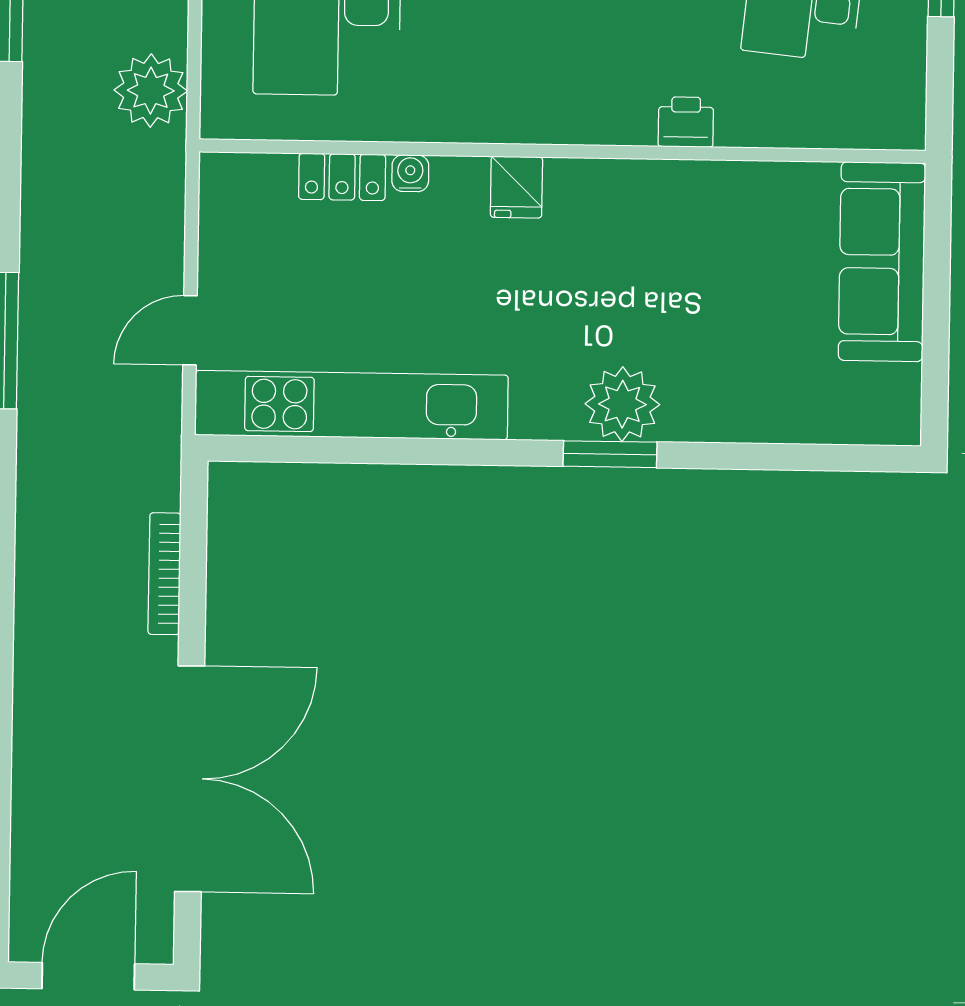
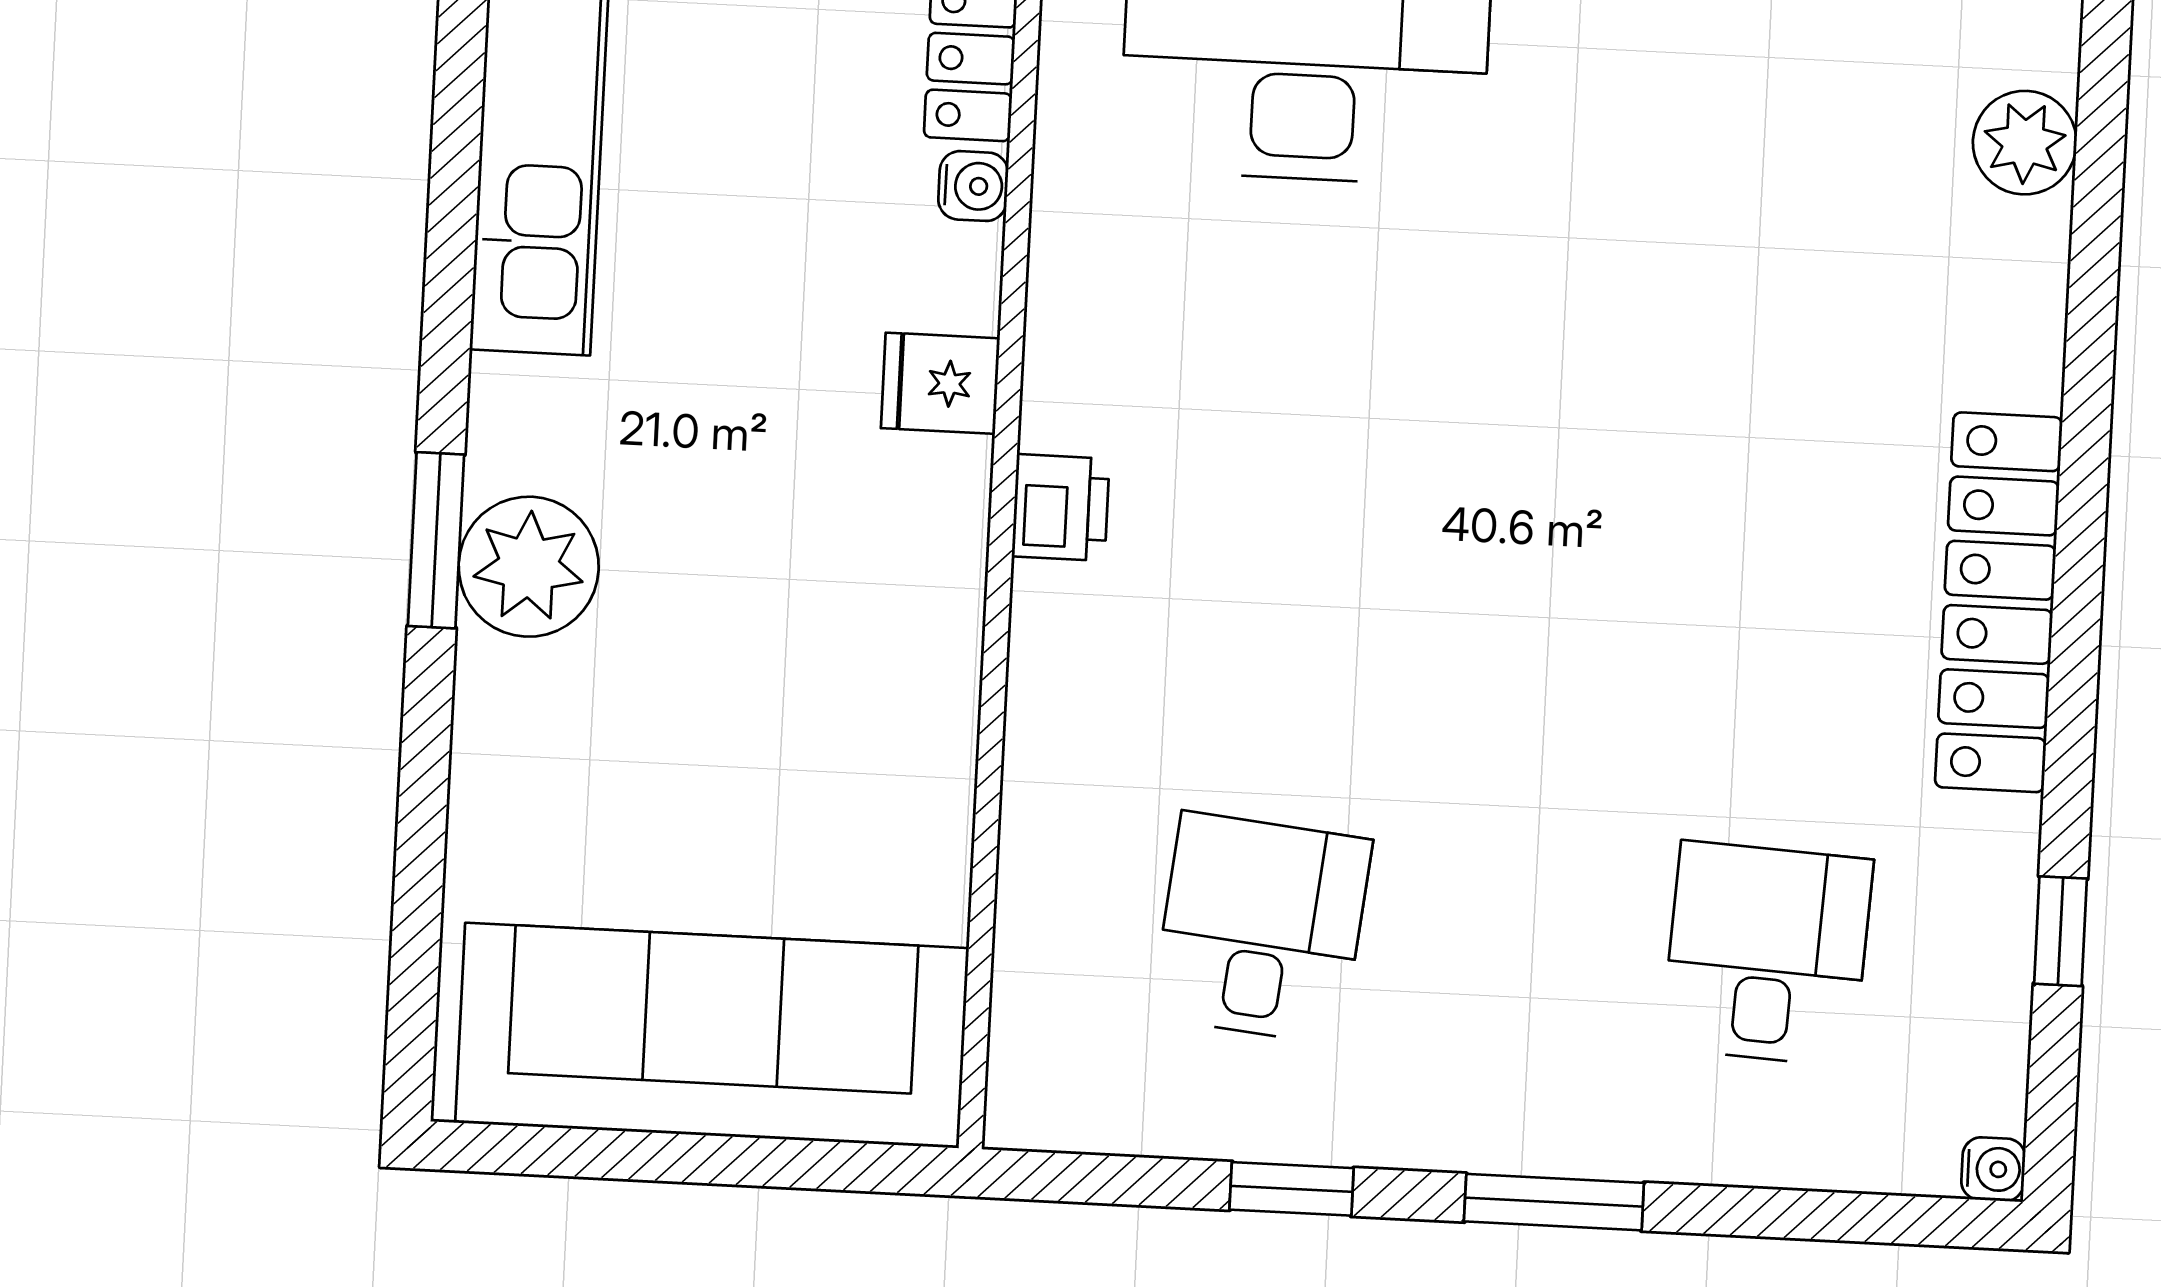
printer: (686, 122) -> (1061, 507), moved
sofa: (882, 262) -> (712, 1035), width x1.36, depth x1.27

